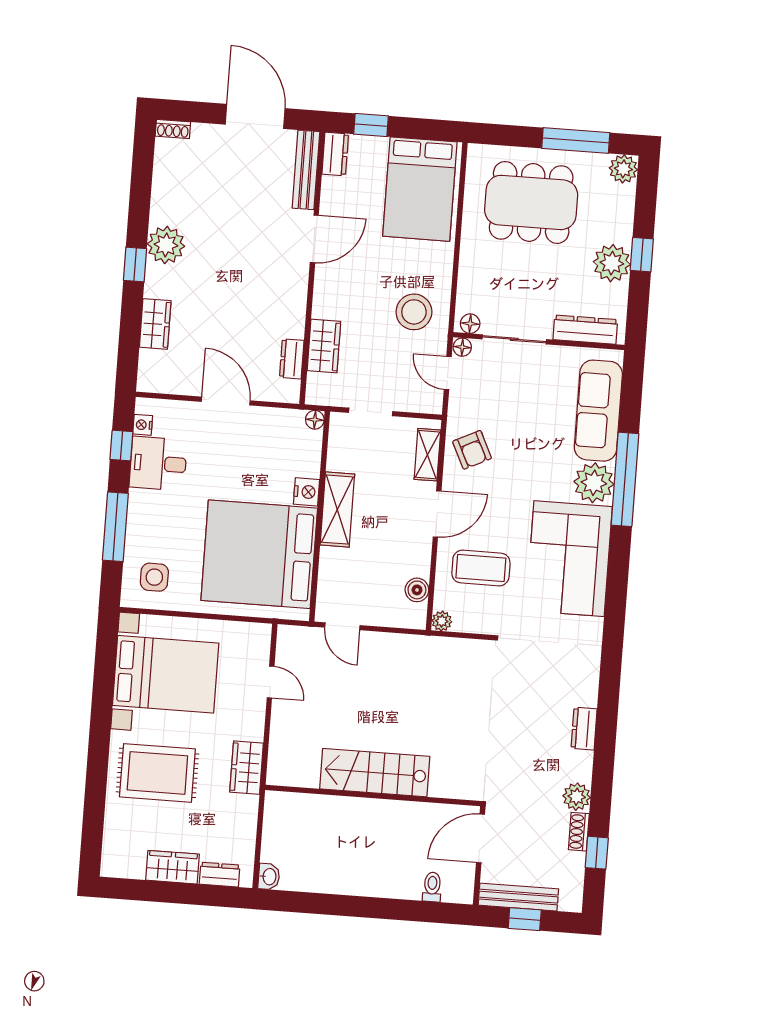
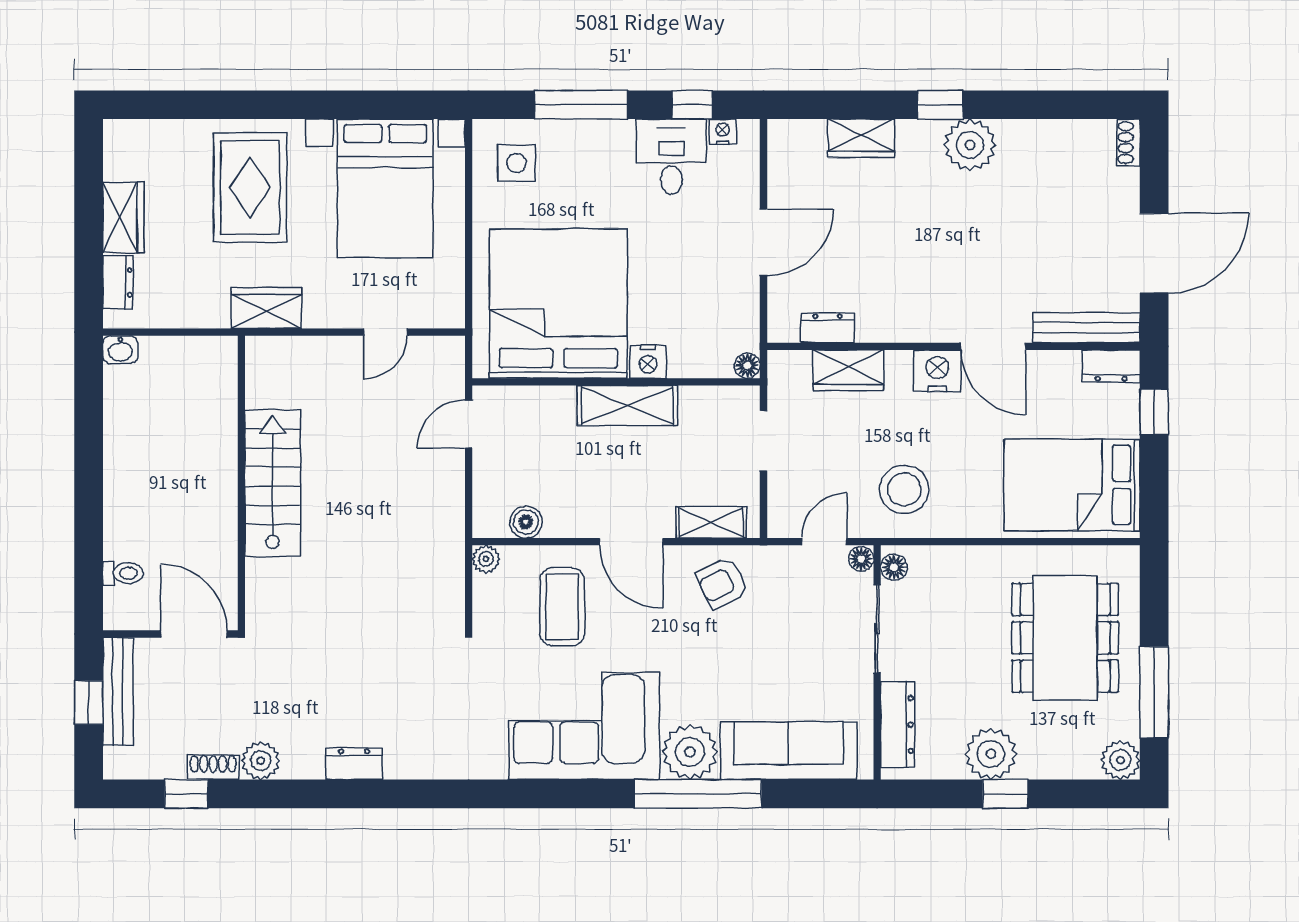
nightstand: (329, 281) -> (937, 371), added

